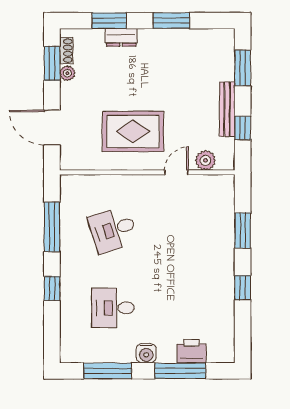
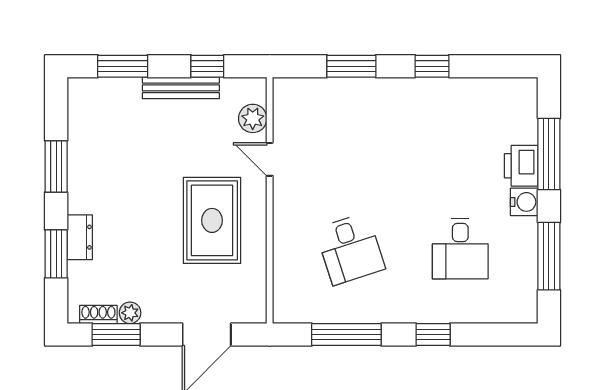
printer: (192, 351) -> (521, 166), moved

